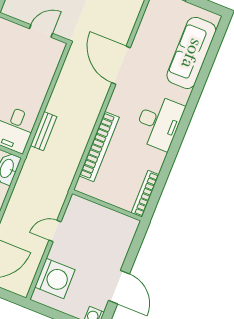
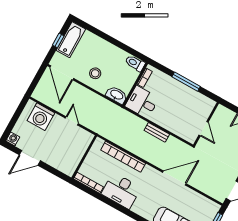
desk: (159, 122) -> (121, 191), moved
bench: (44, 131) -> (157, 132), moved

